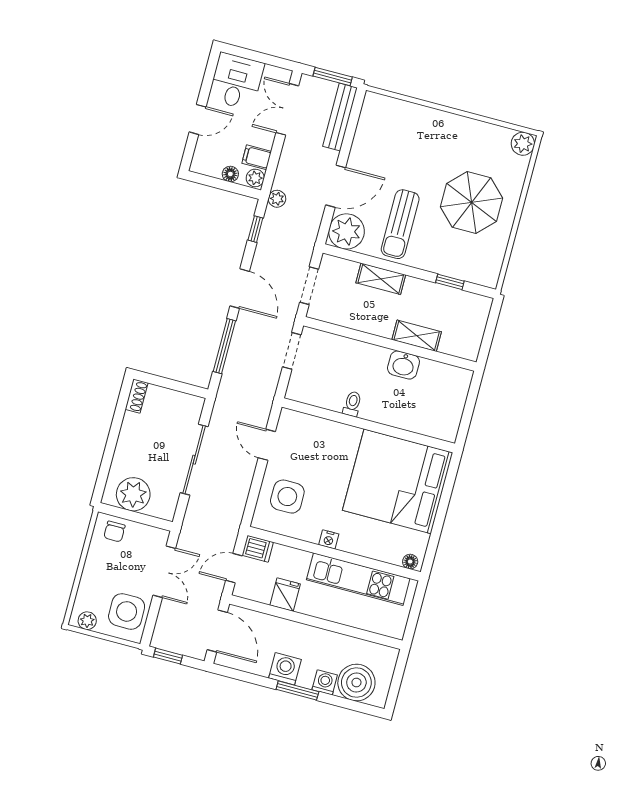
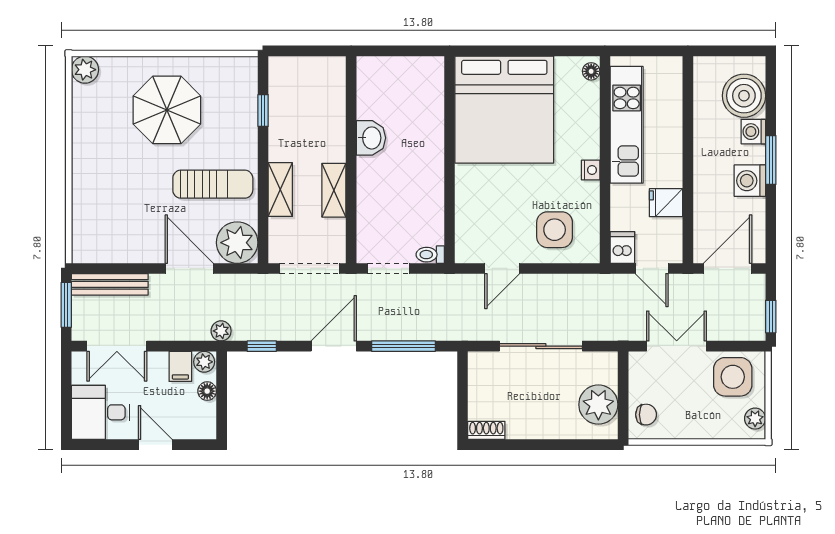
doorway: (309, 286) -> (310, 268), width x1.38
shelving: (417, 336) -> (334, 190), moved
toilet: (352, 404) -> (430, 255), moved

